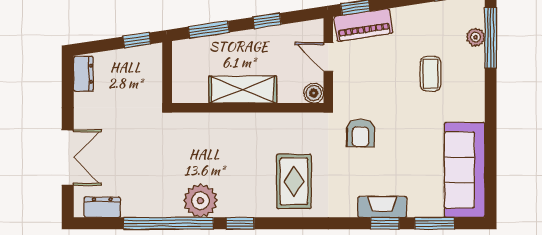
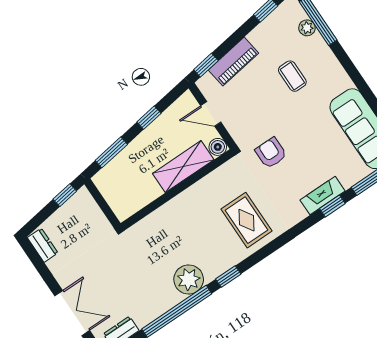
piano: (363, 25) -> (233, 62), moved
shelving: (243, 89) -> (183, 167), moved
armchair: (361, 133) -> (271, 153), turned 180

